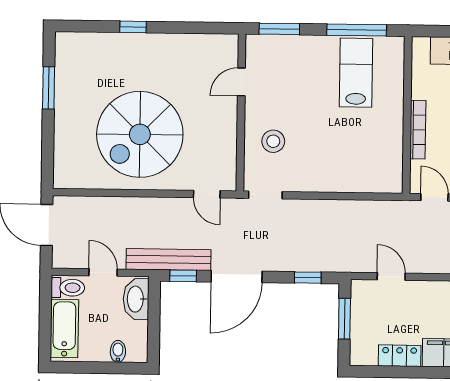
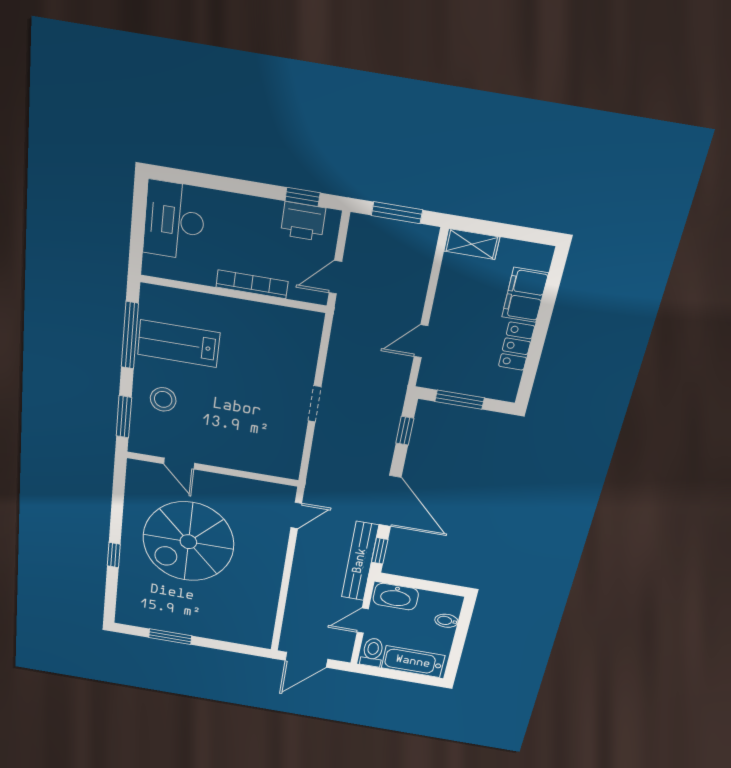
spiral stairs: (140, 134) -> (188, 542), moved, turned 90
stool: (273, 141) -> (163, 399), moved
doorway: (265, 195) -> (315, 404), moved

